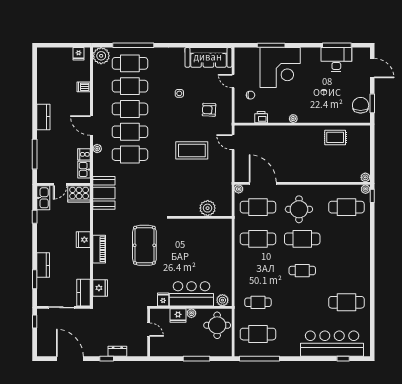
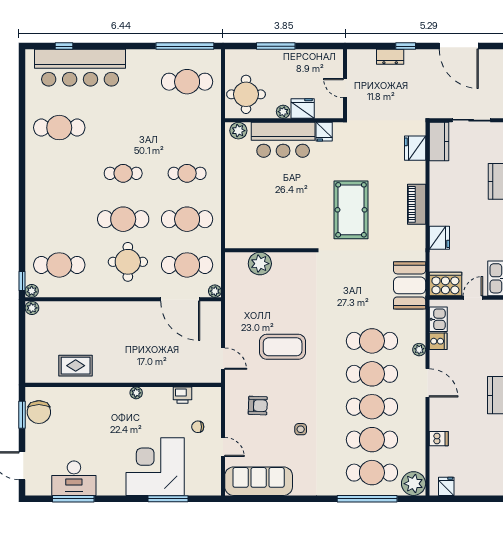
fridge: (83, 240) -> (439, 238), moved
cafe table: (258, 302) -> (187, 173), moved

